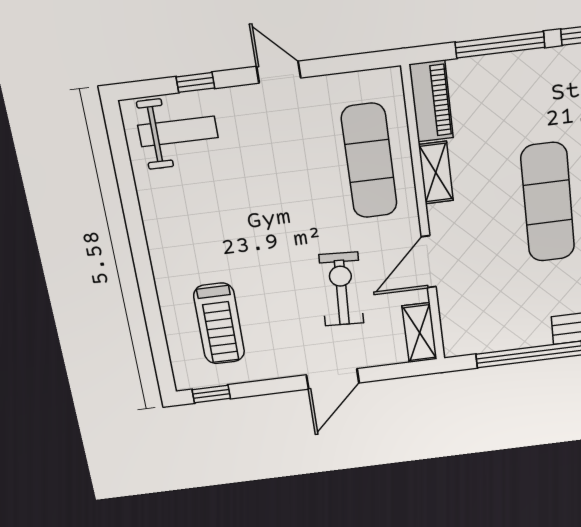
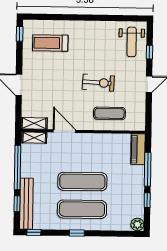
piano: (431, 101) -> (138, 149), moved, turned 90
exercise mat: (369, 161) -> (109, 113), width x0.73, depth x0.69
shelving: (436, 173) -> (34, 138), moved
exercise bike: (341, 289) -> (98, 83), moved

